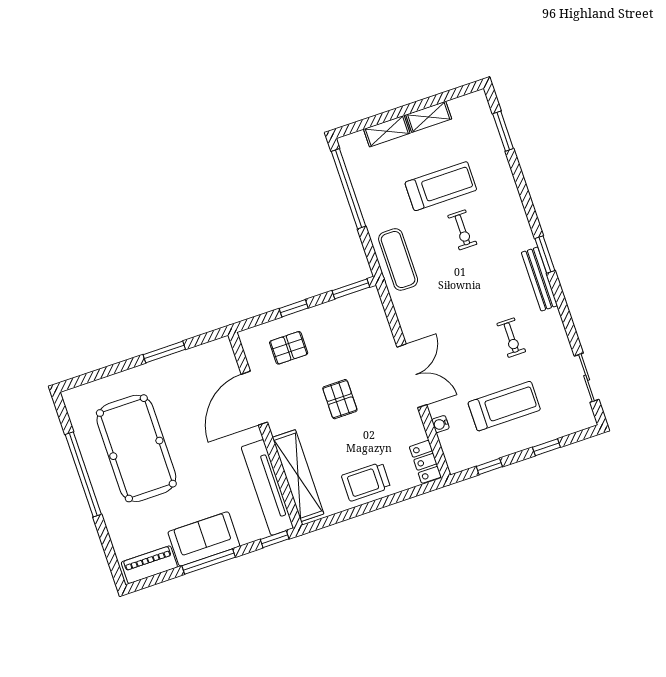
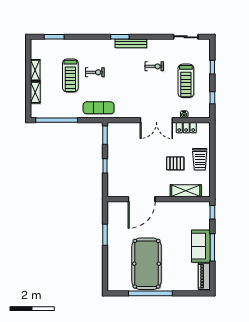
treadmill: (441, 186) -> (70, 76), turned 180
pallet: (289, 348) -> (123, 175), removed
double door: (412, 376) -> (156, 120), swing flipped
door: (254, 398) -> (142, 199), hinge flipped
pallet: (340, 399) -> (175, 163), moved
treadmill: (504, 406) -> (186, 81), turned 180
pool table: (136, 448) -> (147, 264), turned 90
locker: (425, 462) -> (186, 128), moved
shelving: (298, 476) -> (186, 191), width x0.68
tv unit: (267, 487) -> (186, 207), removed

